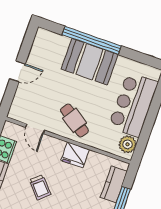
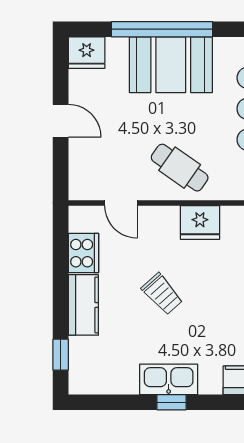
fridge: (45, 39) -> (87, 53), added
door: (18, 71) -> (61, 121), hinge flipped

